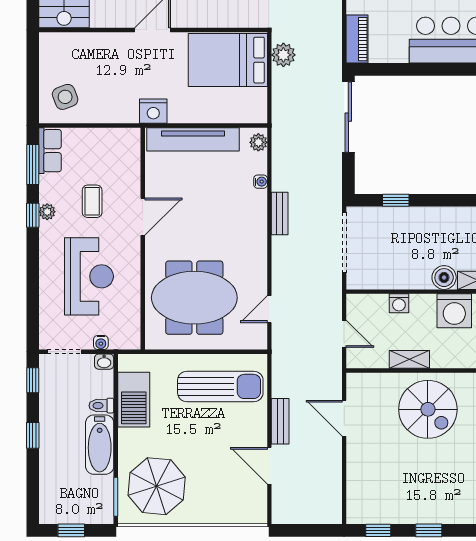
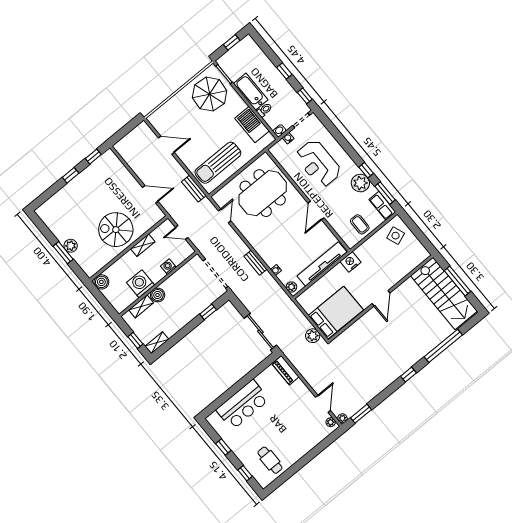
coffee table: (92, 201) -> (360, 224), moved
plant: (47, 212) -> (360, 183), width x1.88, depth x1.88
bench: (280, 421) -> (194, 189), moved

